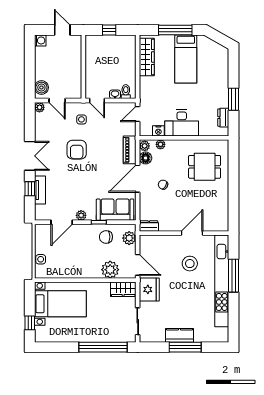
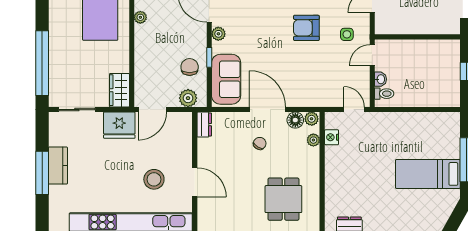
wardrobe: (147, 57) -> (430, 122), removed
desk: (182, 123) -> (342, 168), removed
piano: (130, 150) -> (306, 99), removed
plant: (110, 270) -> (140, 17), moved, width x0.53, depth x0.53

